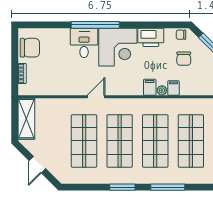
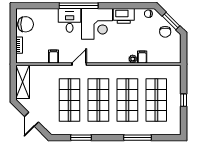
chair: (184, 59) -> (165, 32), moved
filing cabinet: (150, 87) -> (54, 56), moved
window: (122, 187) -> (81, 138), moved

